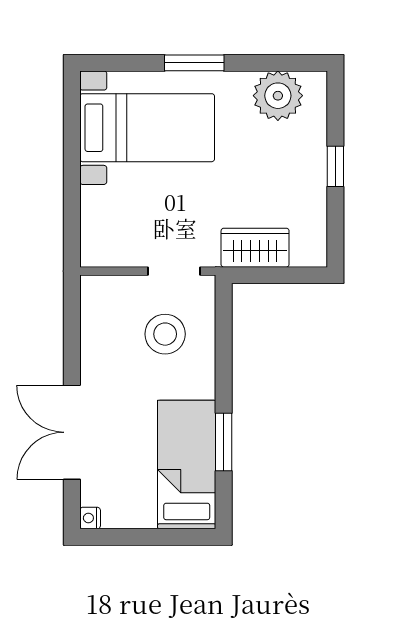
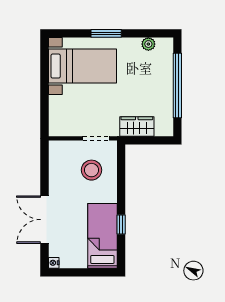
plant: (278, 96) -> (148, 44), width x0.53, depth x0.53
window: (335, 166) -> (177, 86), width x3.17
window: (224, 442) -> (121, 224), width x0.67

